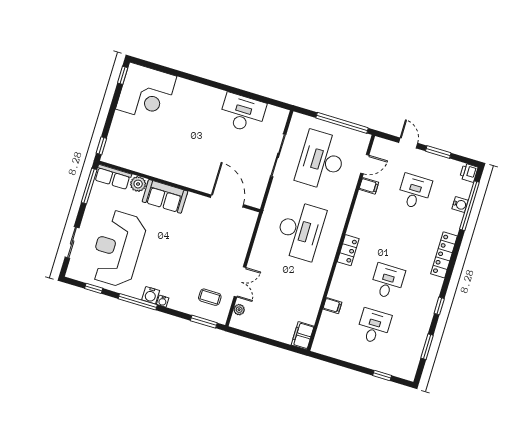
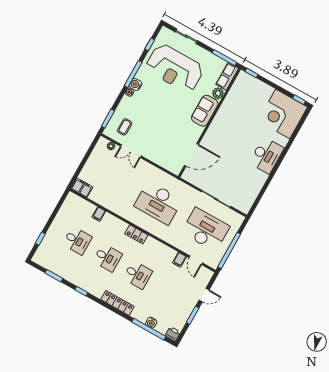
desk: (243, 113) -> (266, 155), moved
desk: (415, 192) -> (138, 275), moved
reception desk: (118, 249) -> (175, 68), turned 180

